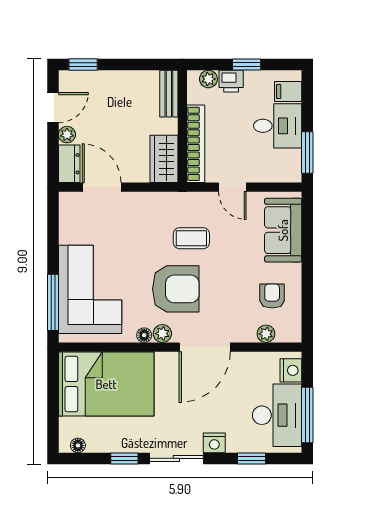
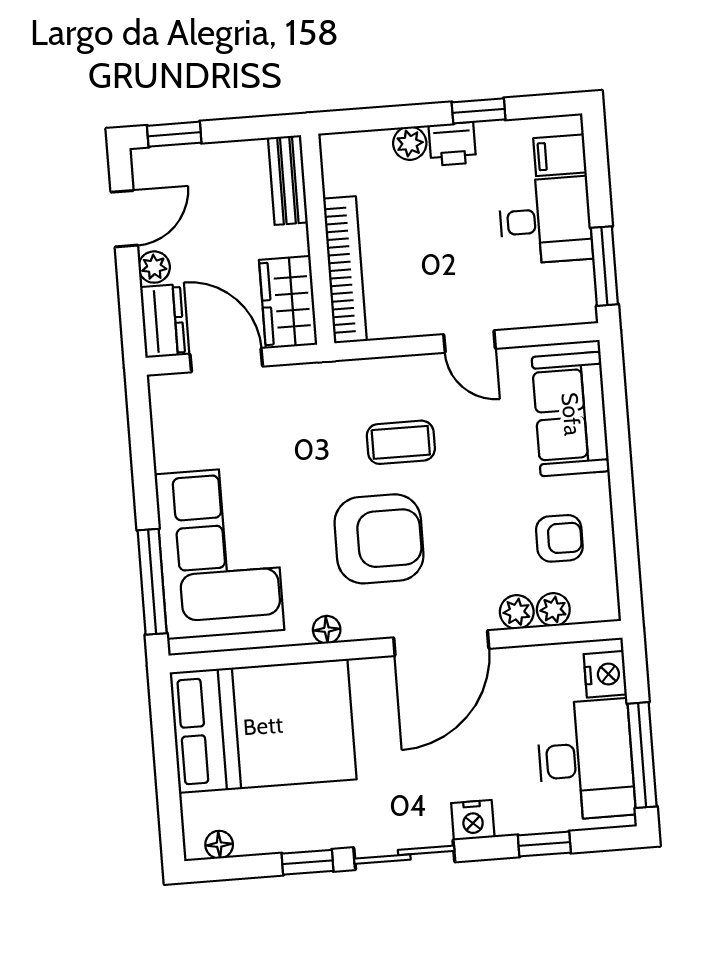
bench: (169, 94) -> (288, 180), moved
wall: (182, 126) -> (318, 239), moved
bookcase: (196, 144) -> (345, 270), moved
wardrobe: (164, 159) -> (288, 302), moved
armchair: (272, 296) -> (559, 538), turned 90
plant: (162, 334) -> (517, 612), moved

